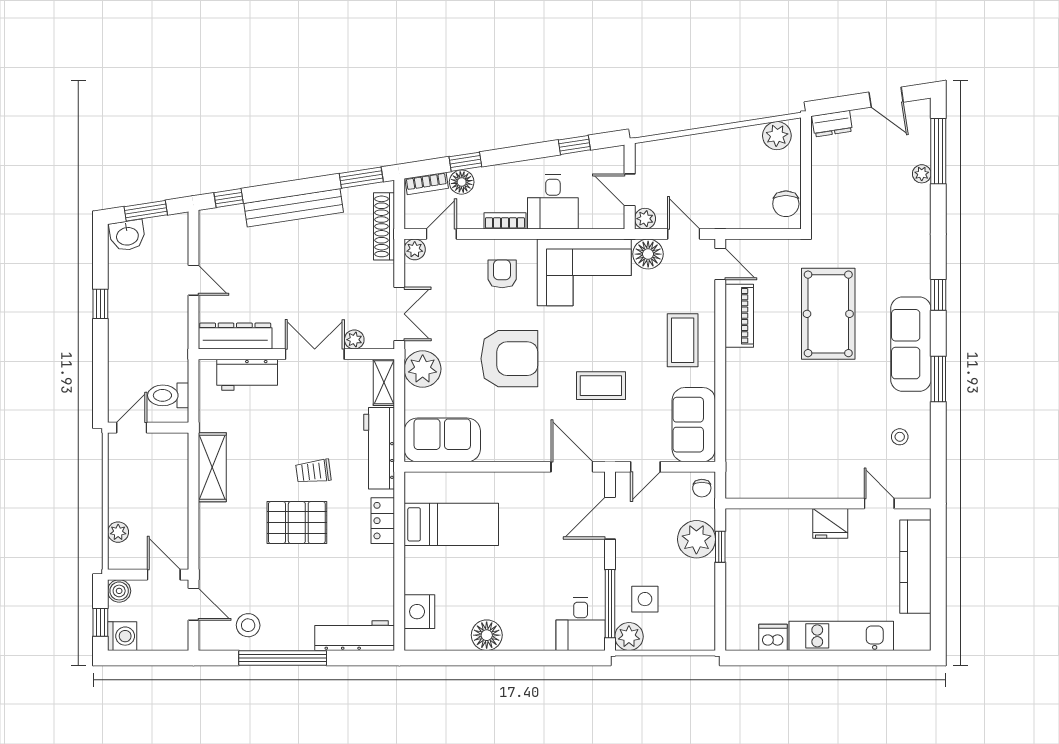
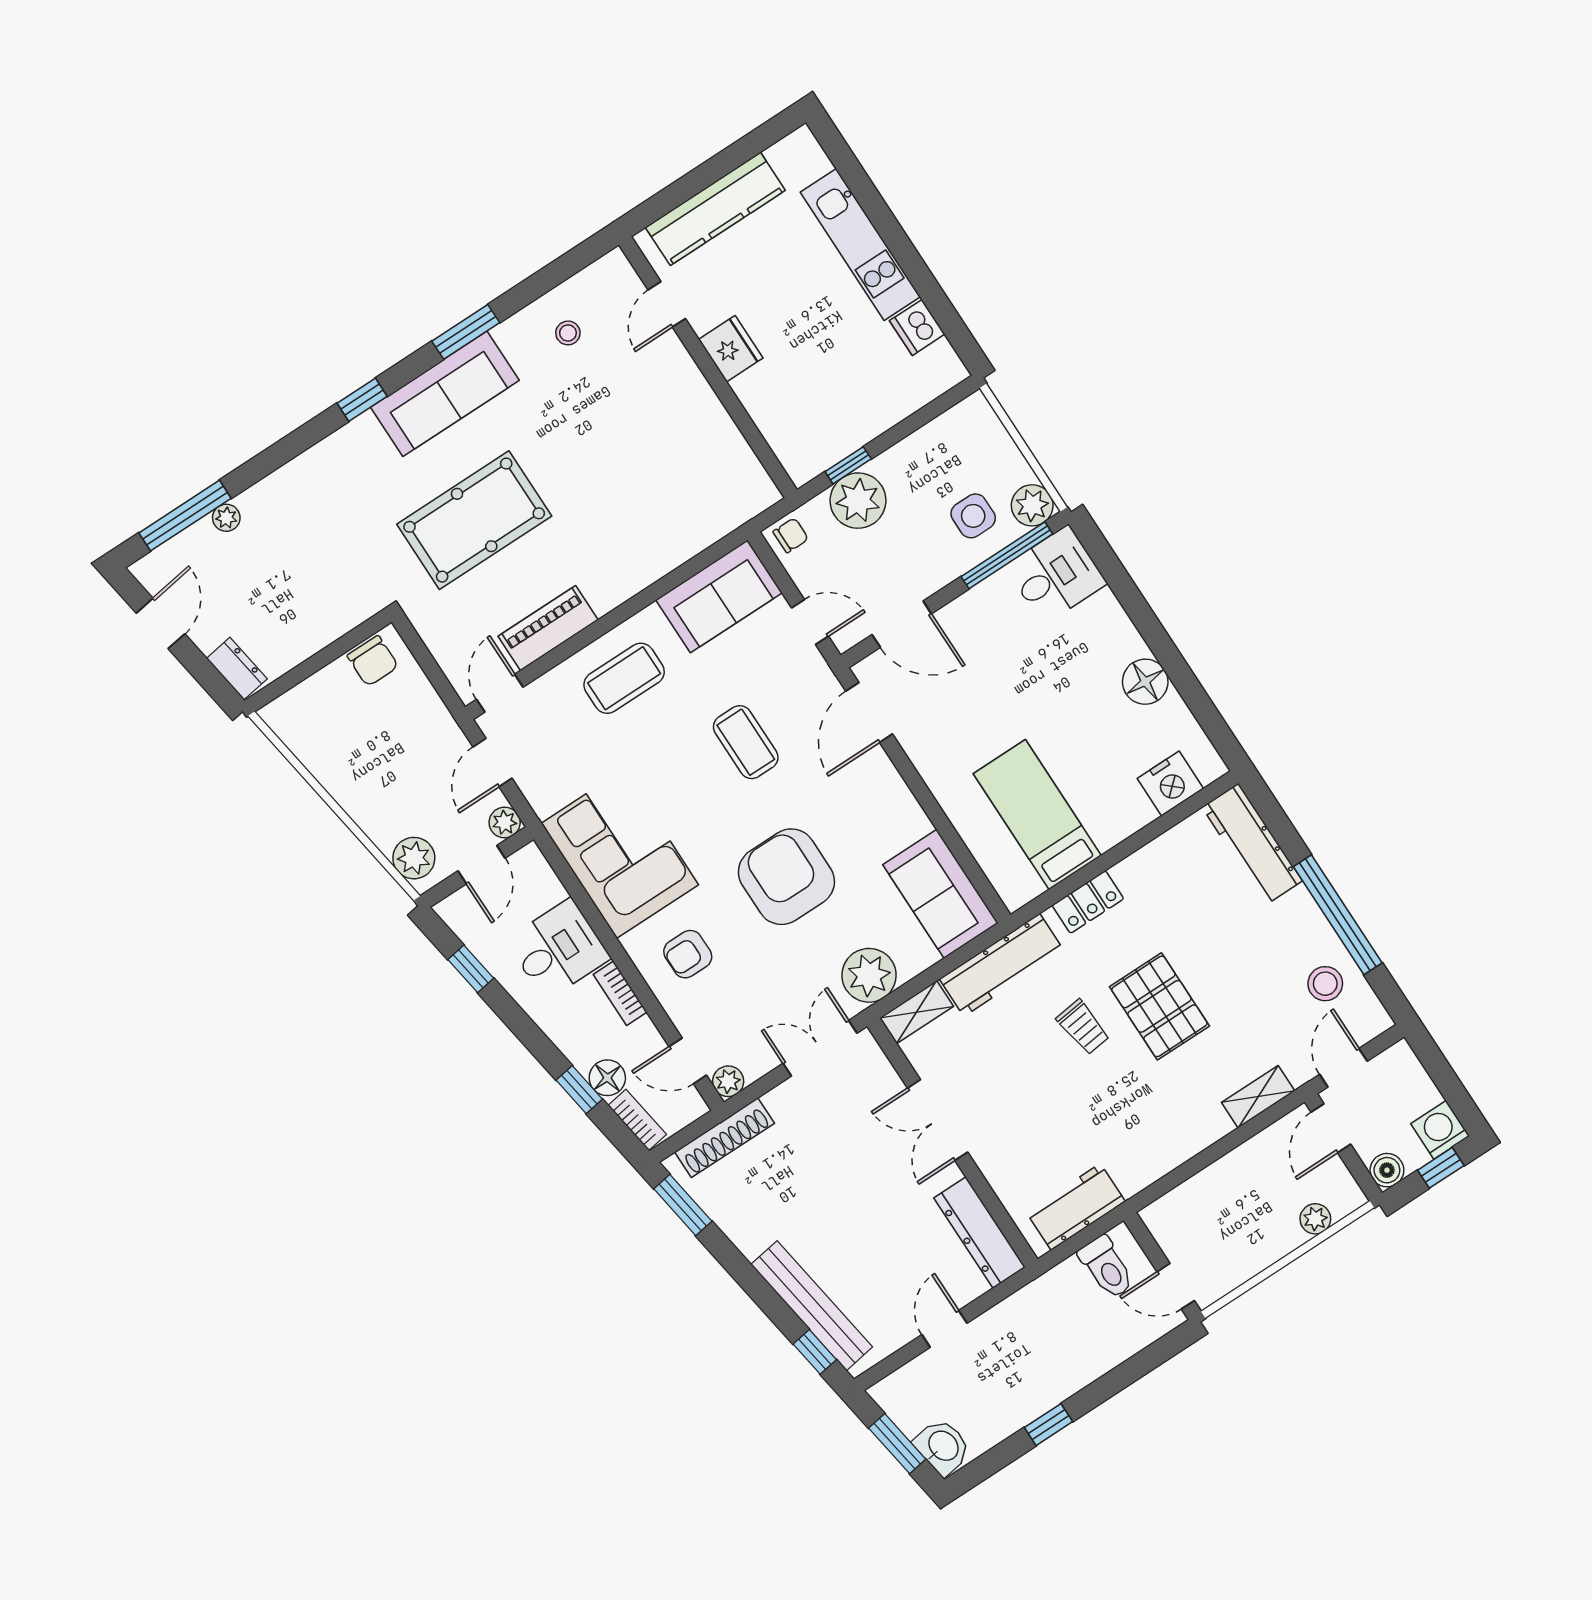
plant: (777, 136) -> (414, 858), moved
chair: (786, 204) -> (373, 661), turned 90
bench: (294, 208) -> (812, 1306), moved
floor lamp: (648, 254) -> (546, 790), removed
plant: (354, 340) -> (888, 1083), removed
workbench: (247, 375) -> (1076, 1207), moved, turned -90
shelving: (212, 467) -> (1258, 1097), moved, width x0.67, depth x0.75

